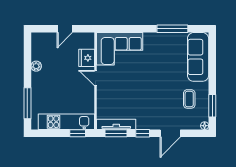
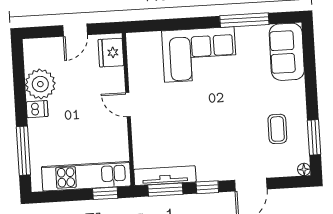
corner sofa: (120, 49) -> (199, 54), moved
sofa: (198, 57) -> (287, 52), width x0.73
fridge: (87, 58) -> (111, 53), moved
plant: (36, 66) -> (40, 84), width x1.88, depth x1.88
dishwasher: (38, 77) -> (37, 109), added

